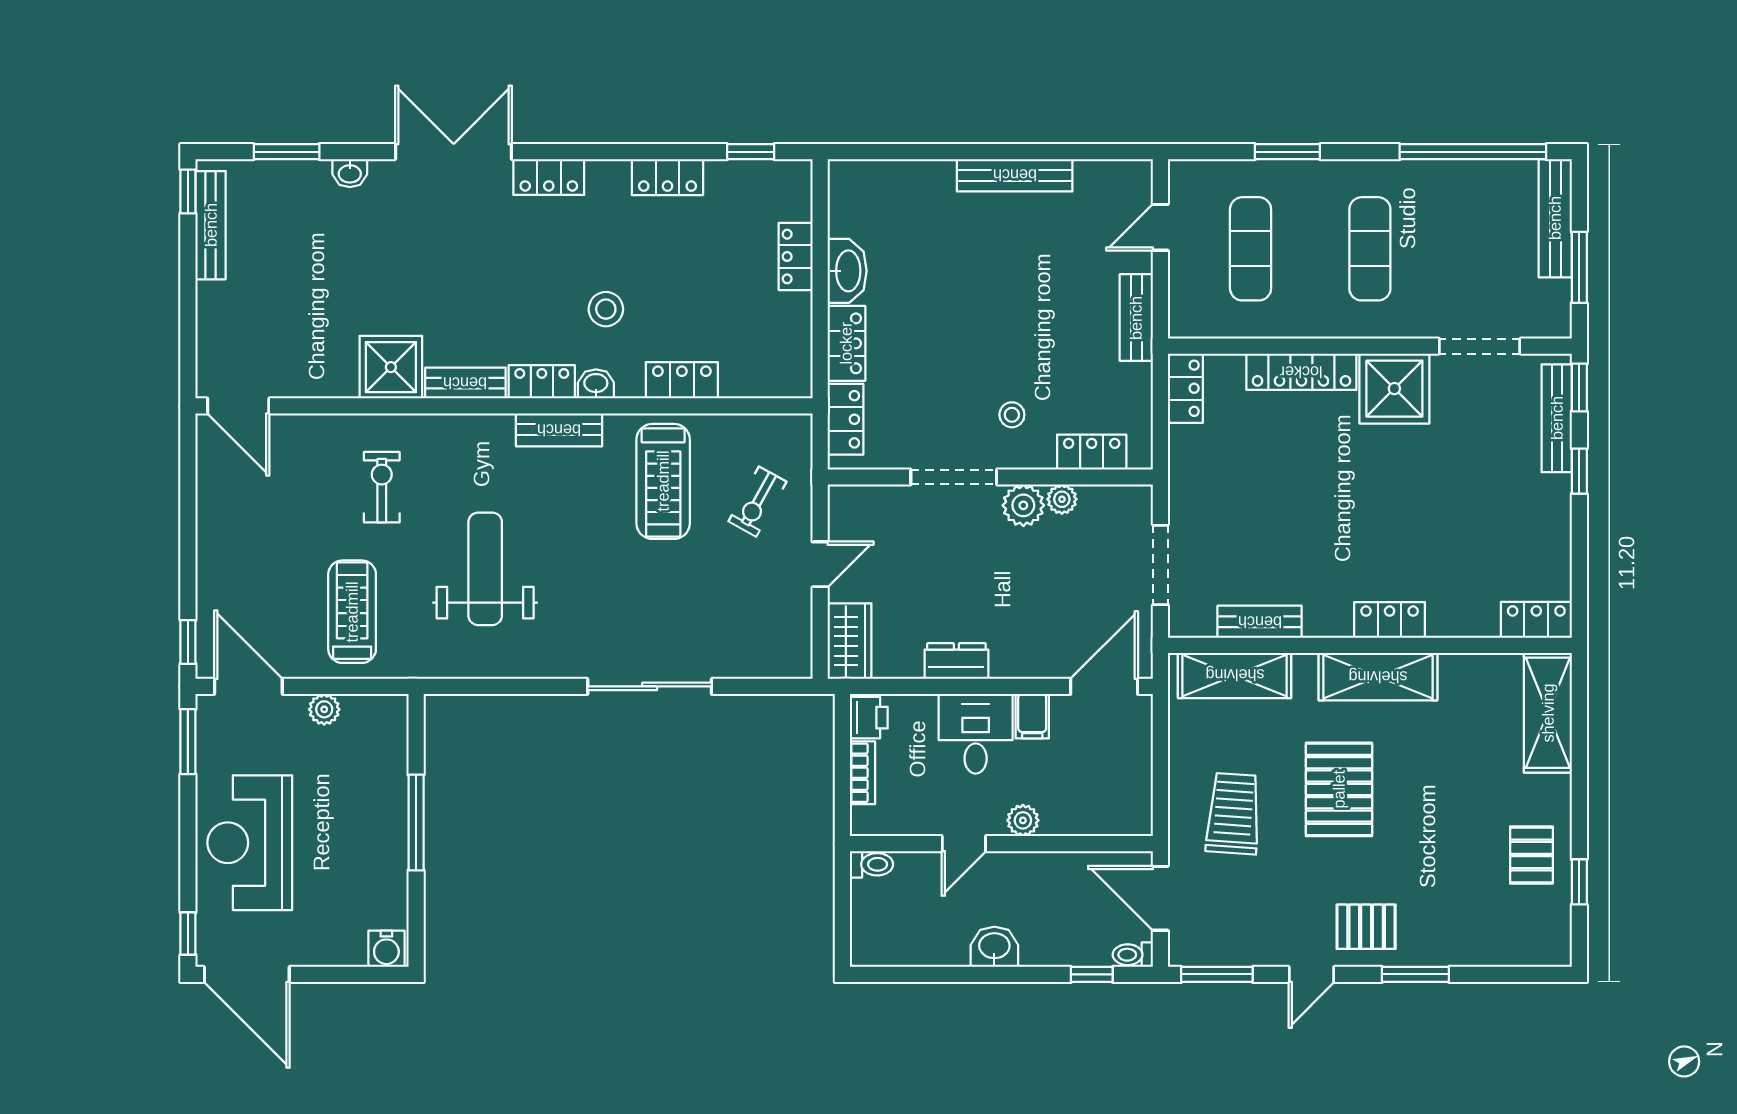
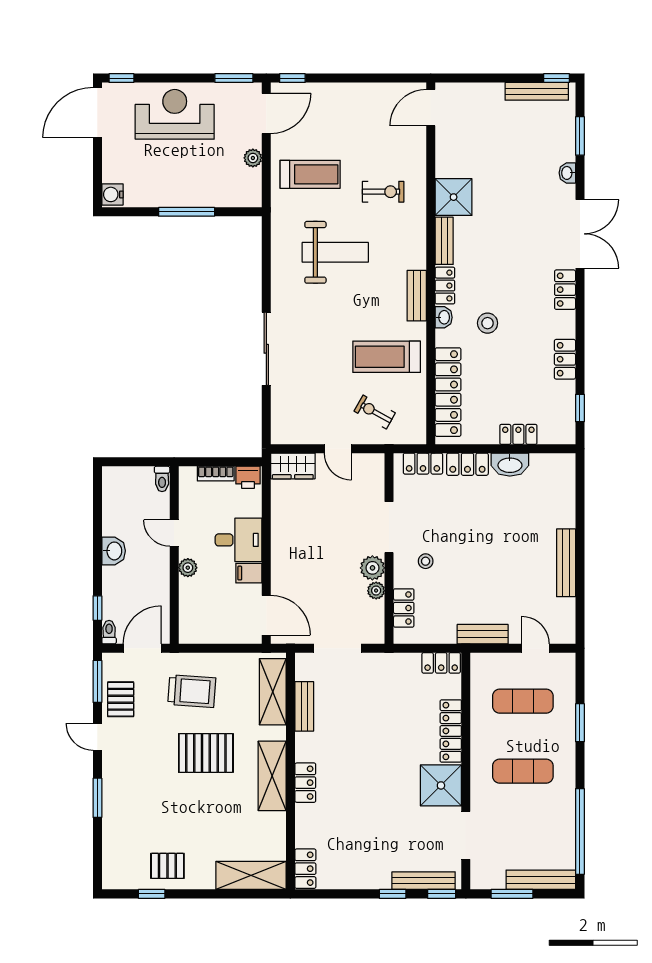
locker: (682, 380) -> (448, 392), width x2.16, depth x1.21
dresser: (956, 661) -> (281, 529), removed
pallet: (1366, 927) -> (121, 699), moved

